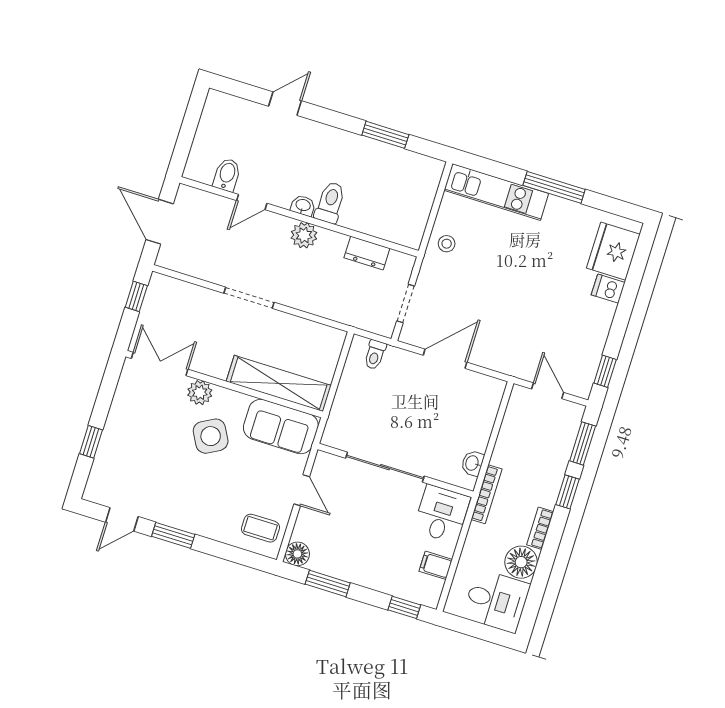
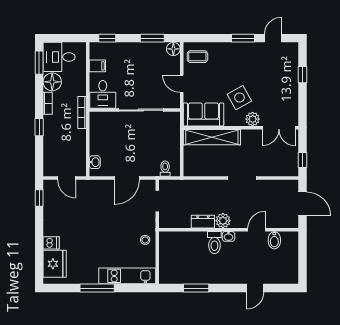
dresser: (367, 253) -> (203, 222), moved
window: (583, 443) -> (39, 63), moved
washbasin: (472, 463) -> (95, 162), moved

